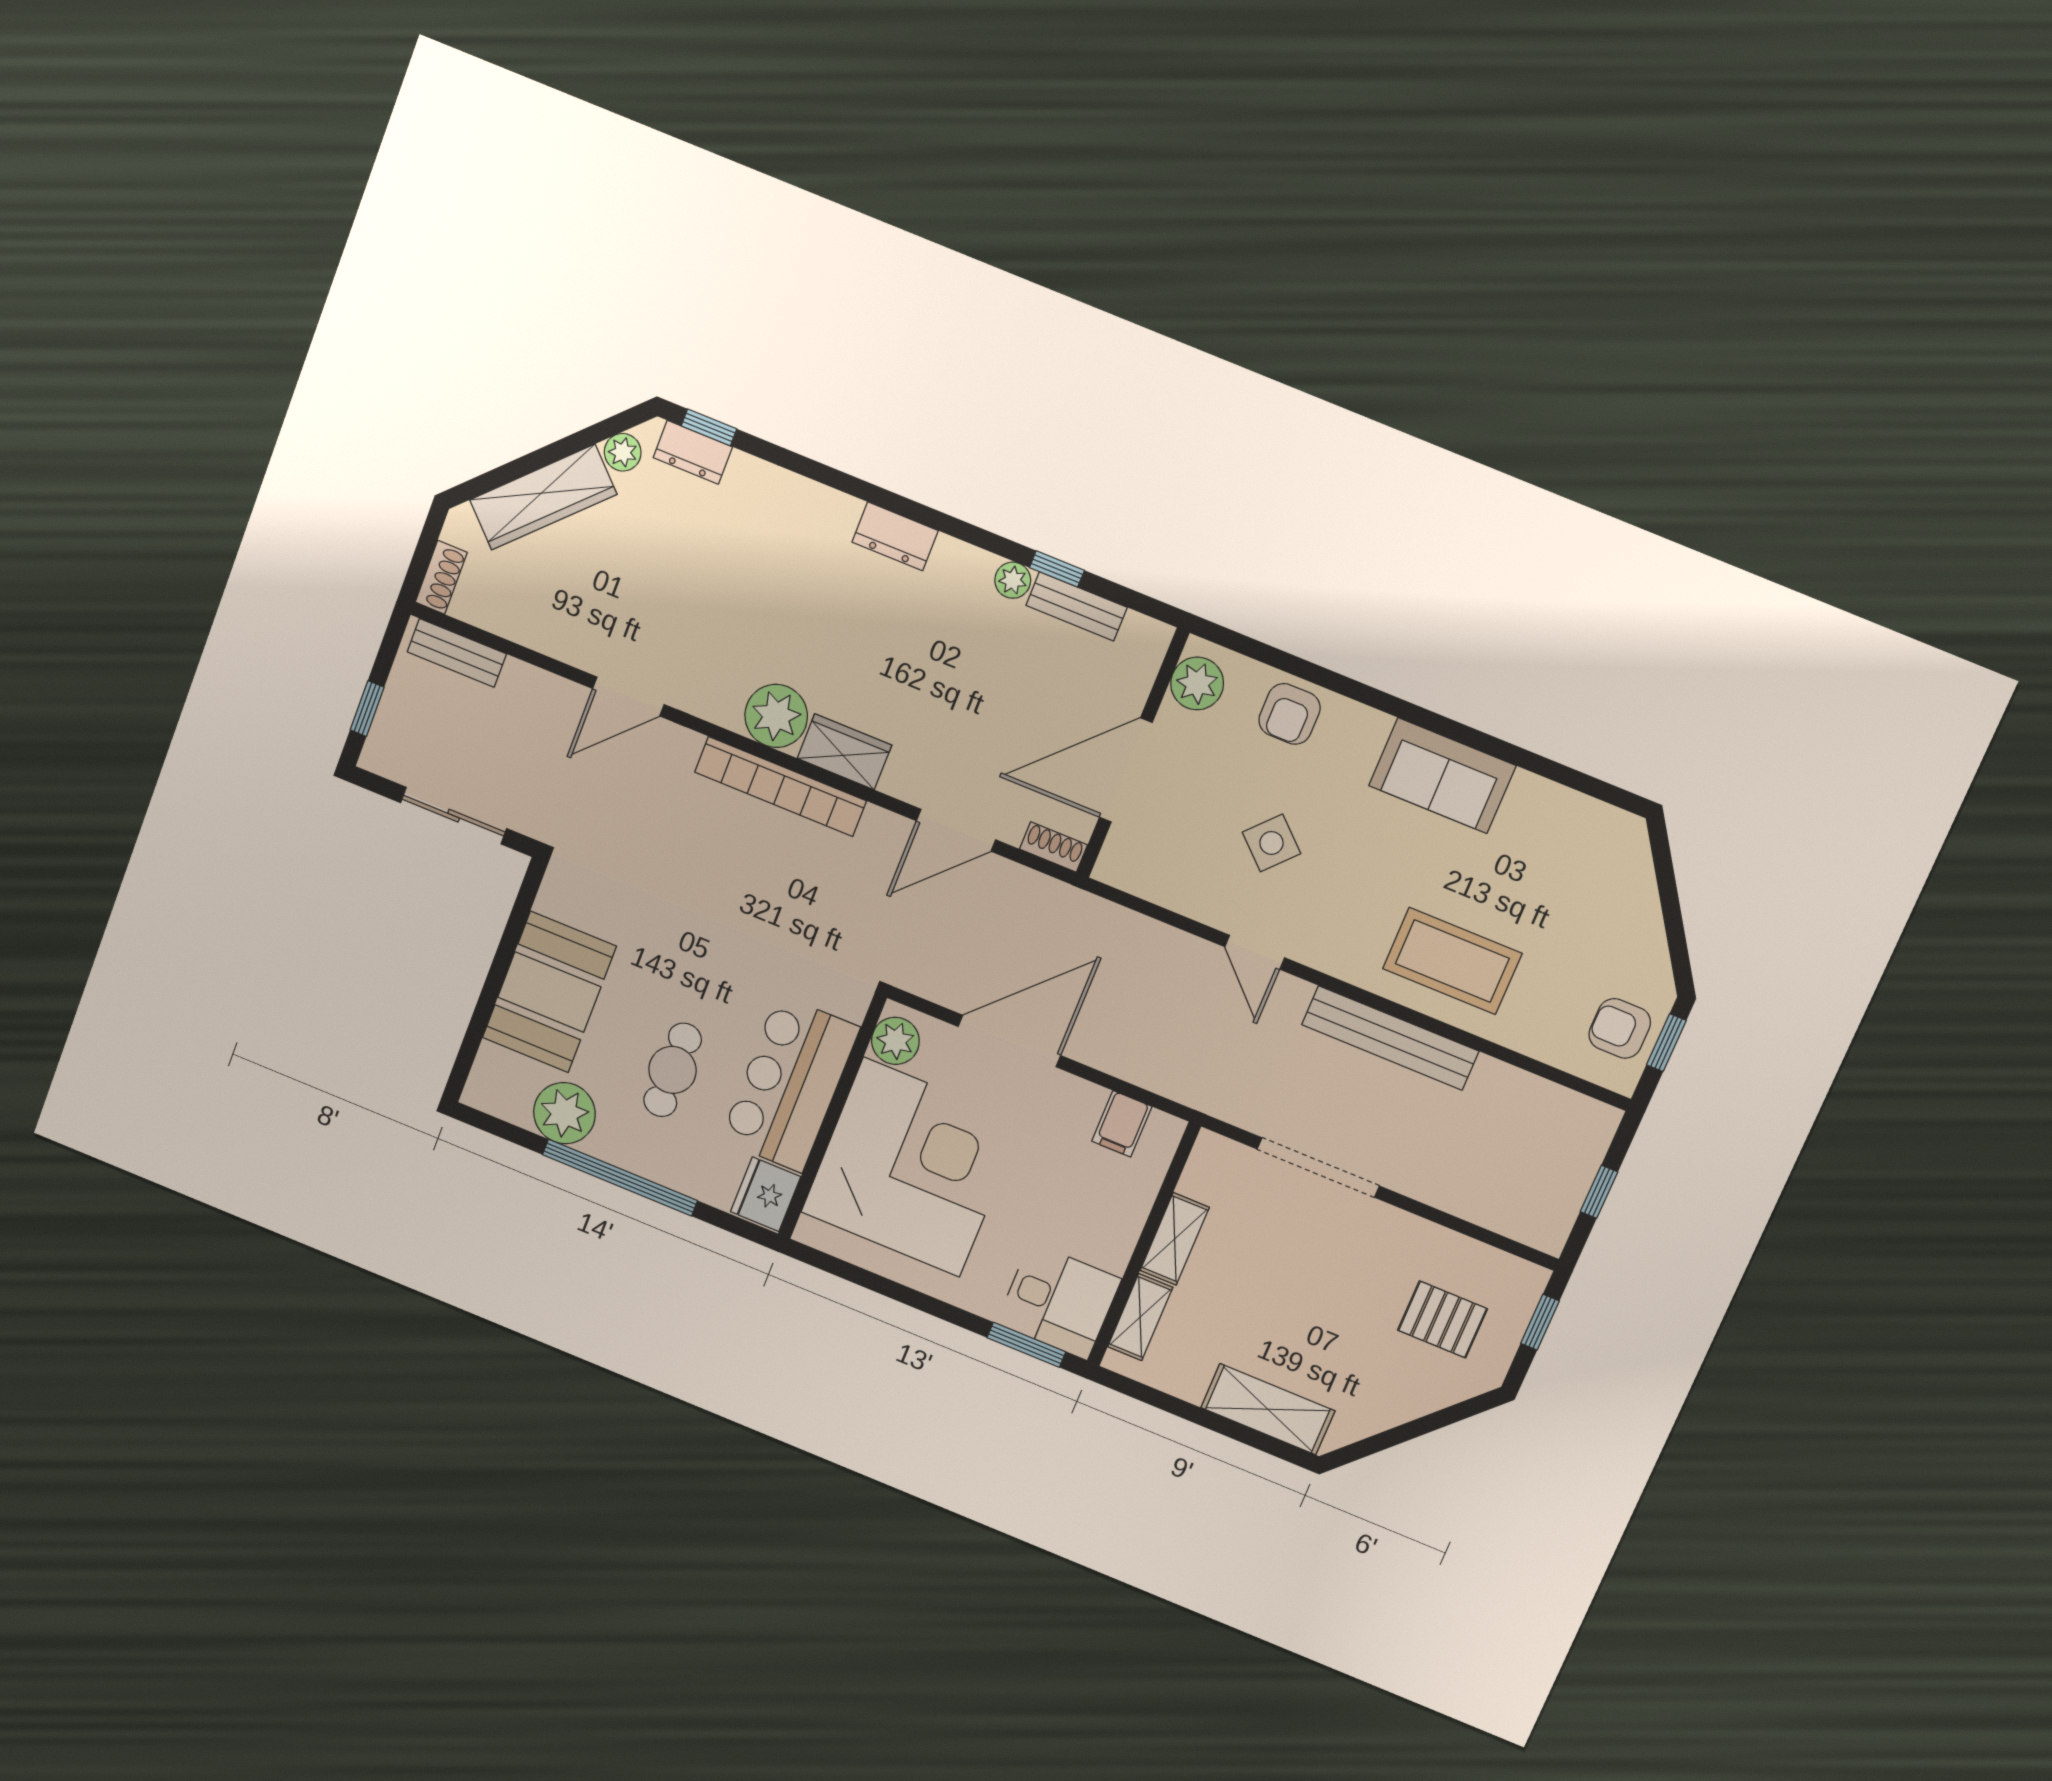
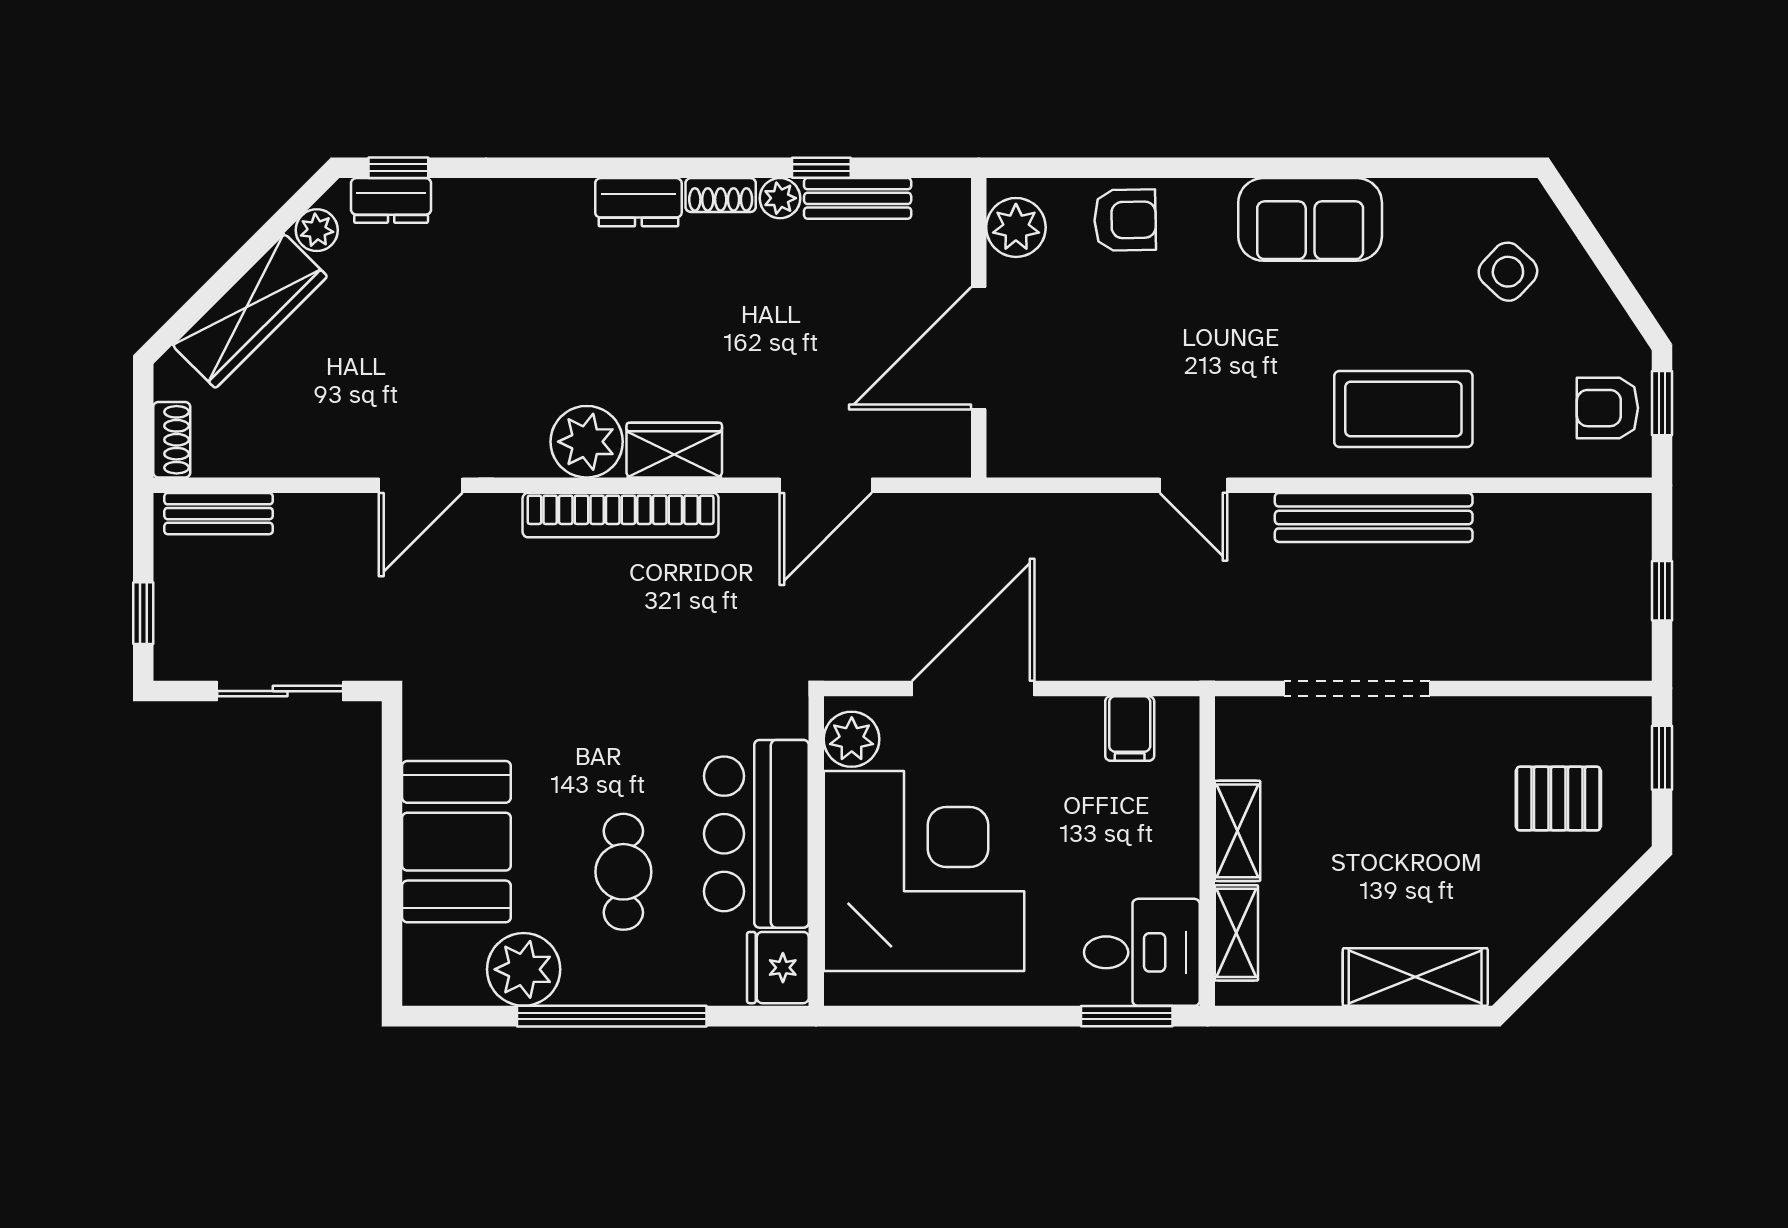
armchair: (1290, 714) -> (1125, 220), turned -91
side table: (1271, 843) -> (1508, 272), moved
shoe rack: (1053, 847) -> (721, 195), moved, turned 180

